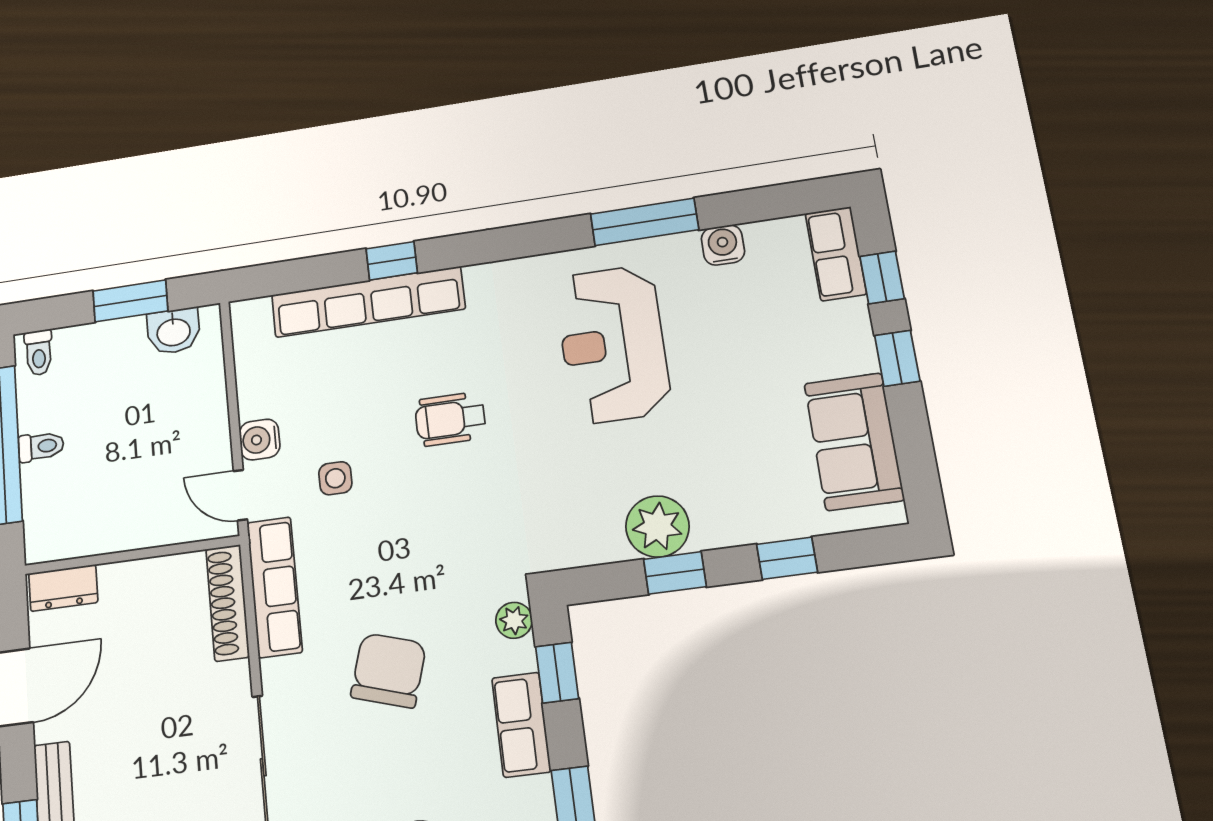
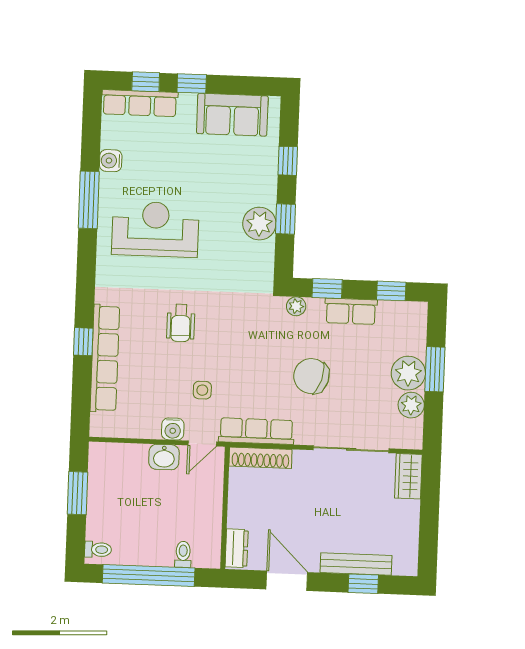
row of seats: (836, 254) -> (140, 103), width x1.48
washbasin: (174, 331) -> (164, 457), moved, turned 90
reception desk: (613, 344) -> (155, 229), turned 180
toilet: (41, 447) -> (183, 554), moved

